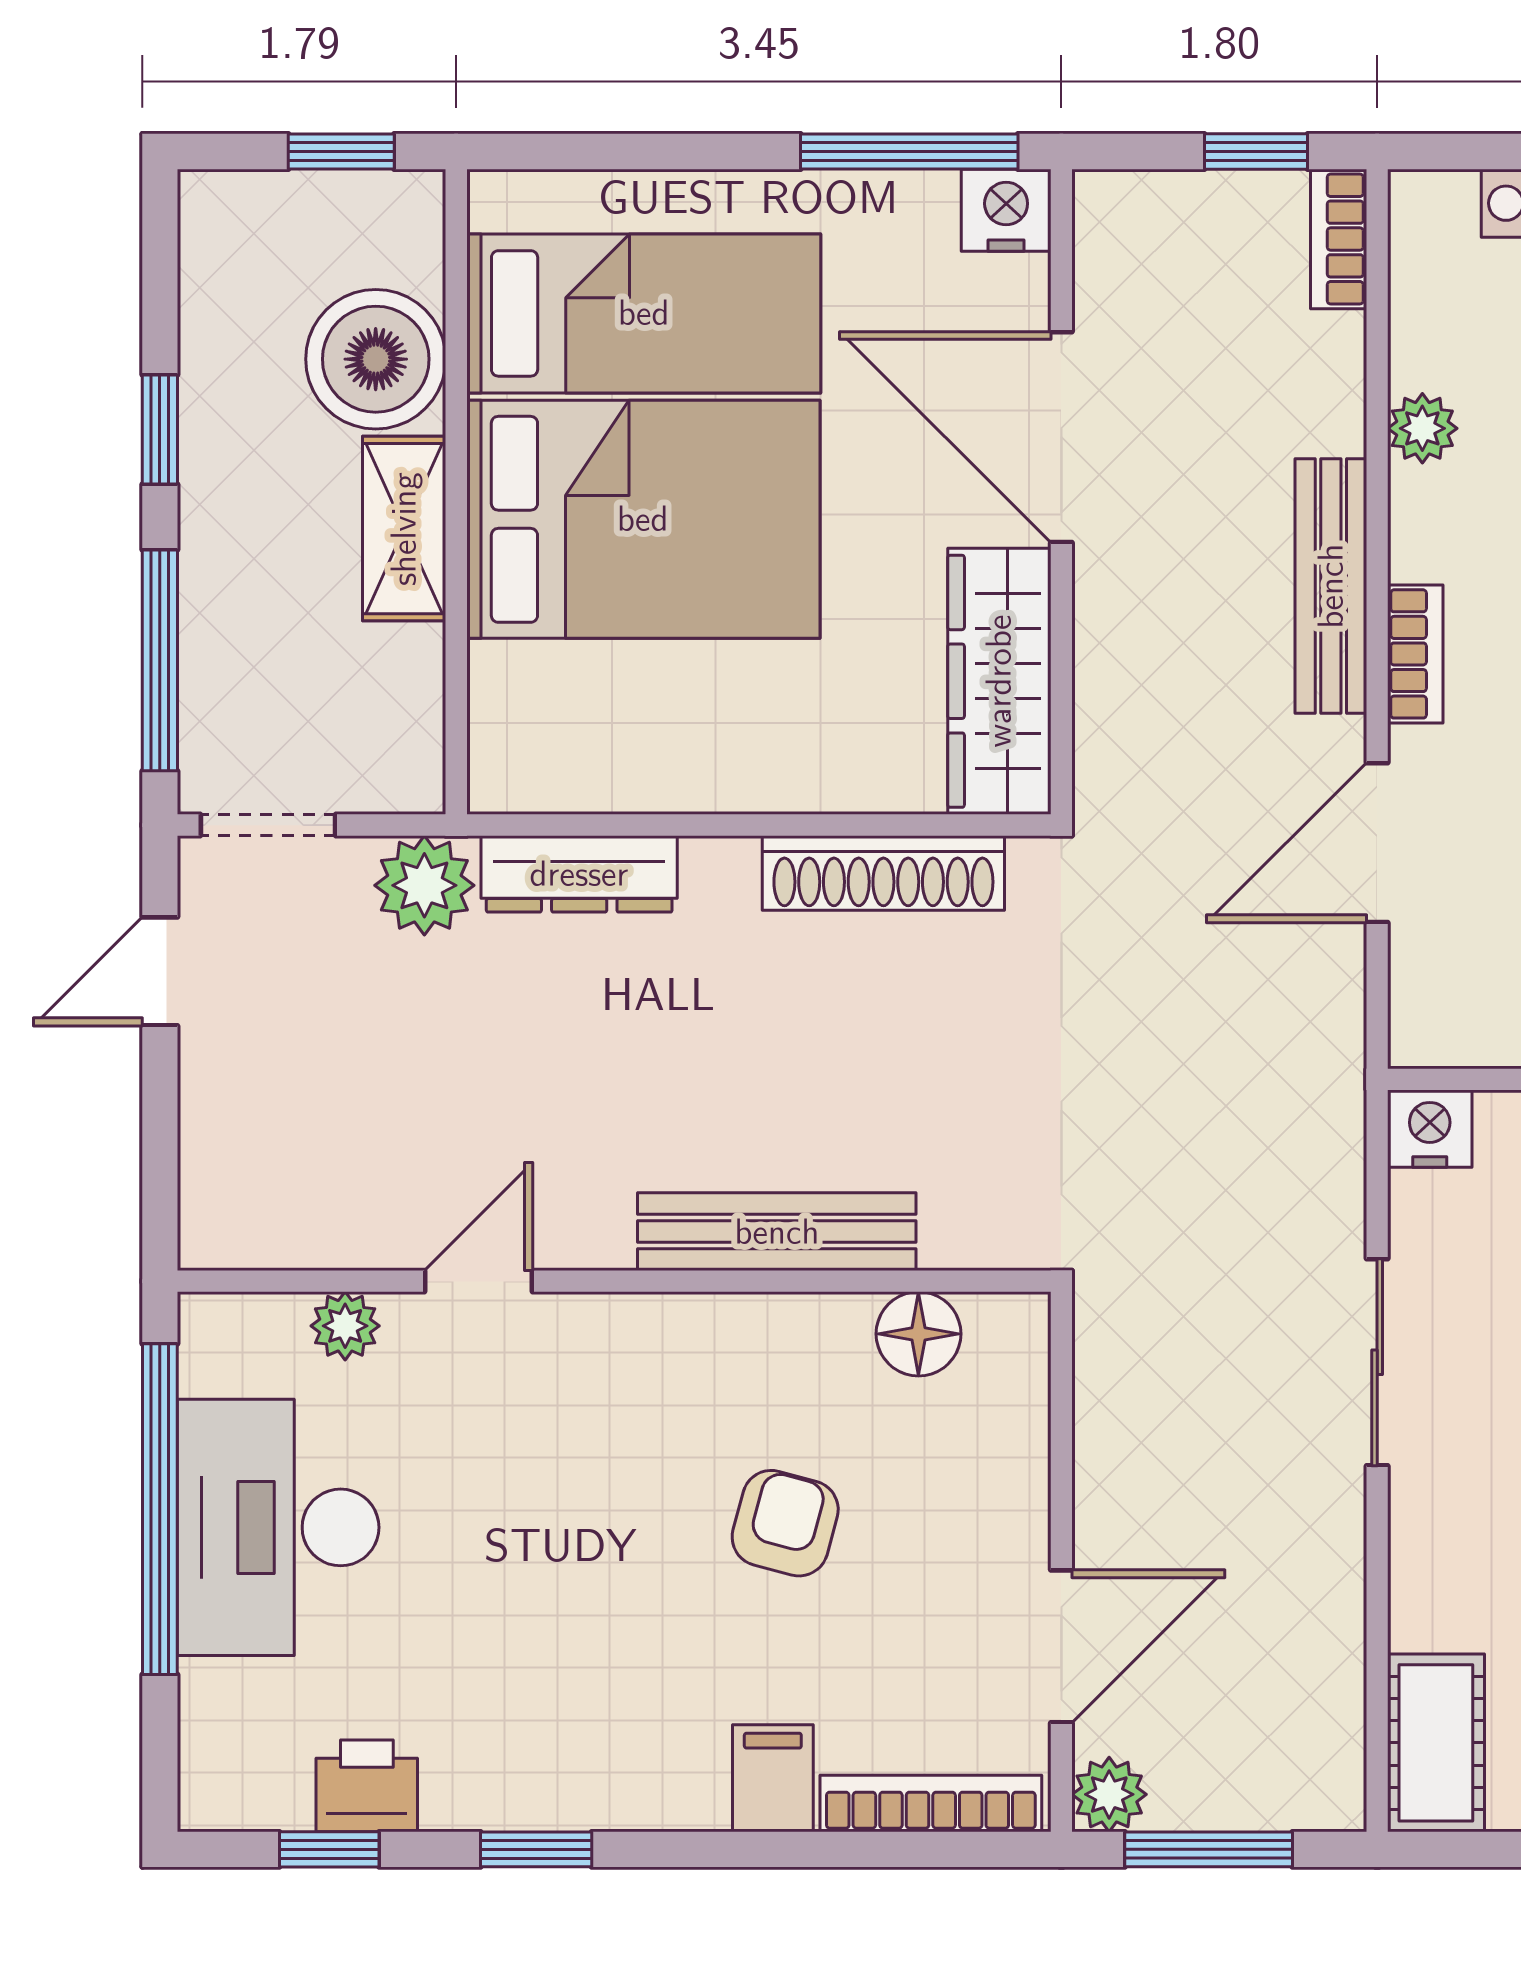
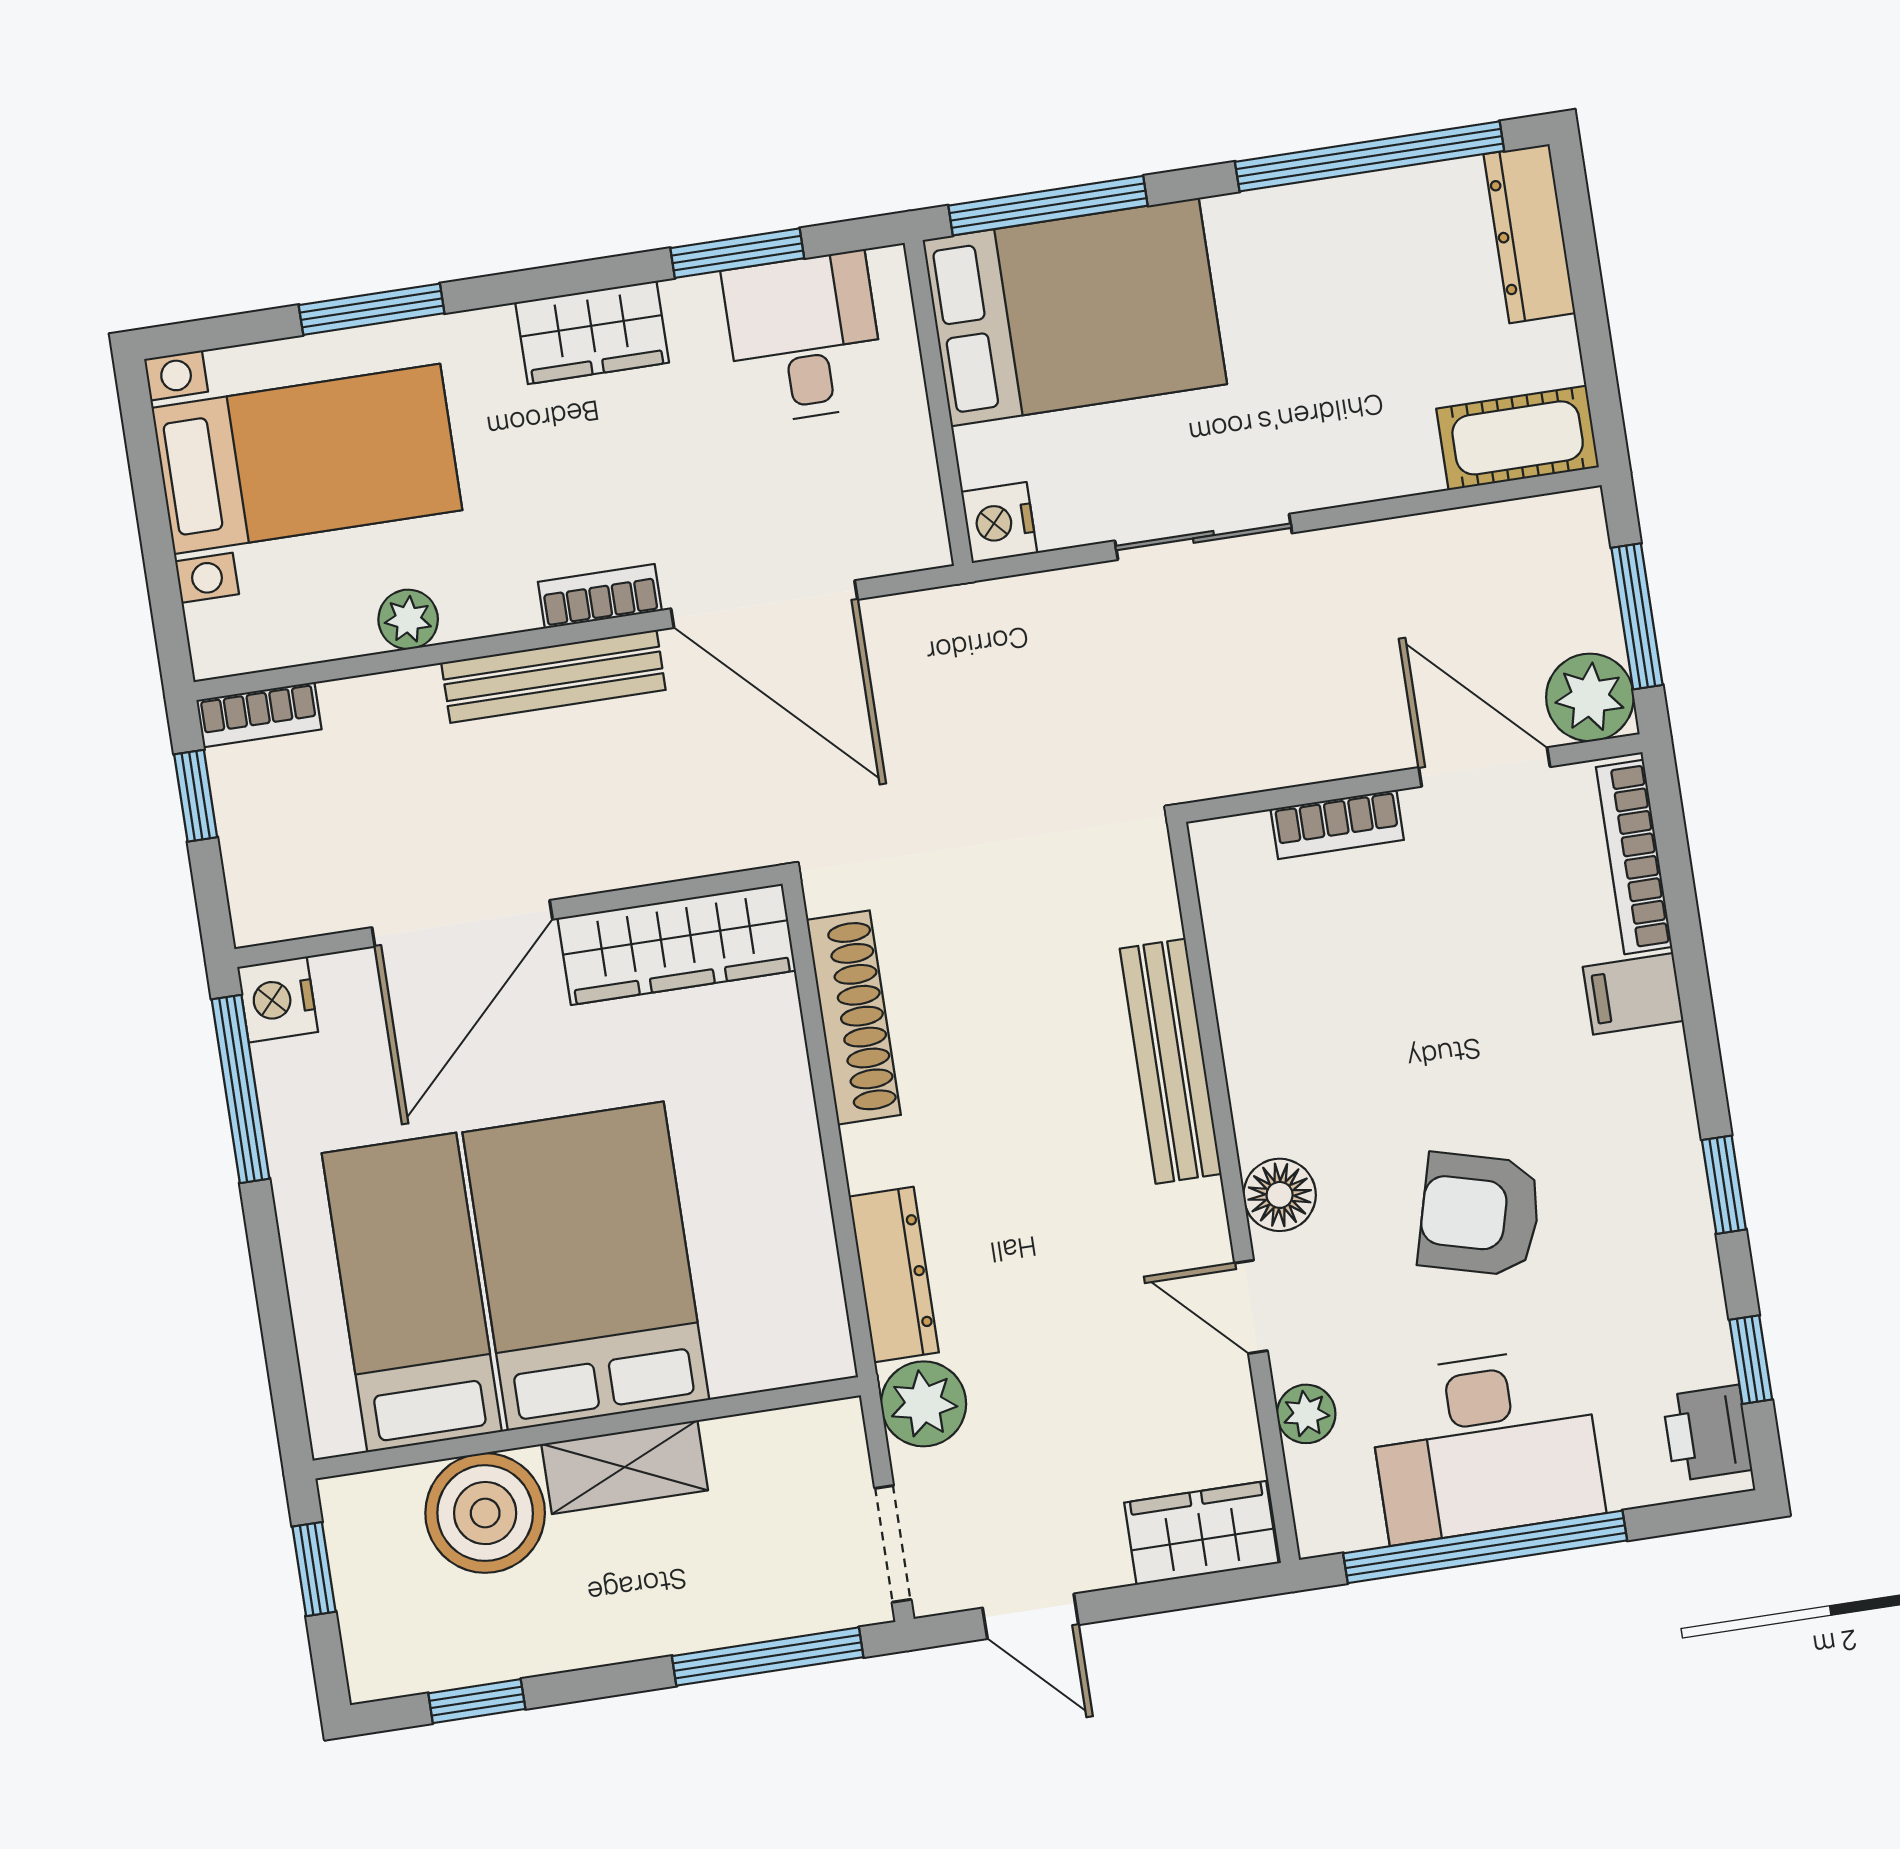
window: (160, 430) -> (477, 1701), moved
door: (1377, 843) -> (764, 604), width x1.36
wardrobe: (226, 1184) -> (1201, 1533), added
floor lamp: (918, 1334) -> (1280, 1195), moved
bookcase: (1021, 1466) -> (1337, 824), added
armchair: (785, 1523) -> (1480, 1214), moved, width x1.38, depth x1.38
printer: (367, 1786) -> (1707, 1433), moved
plant: (1109, 1794) -> (1590, 697), width x1.38, depth x1.38

